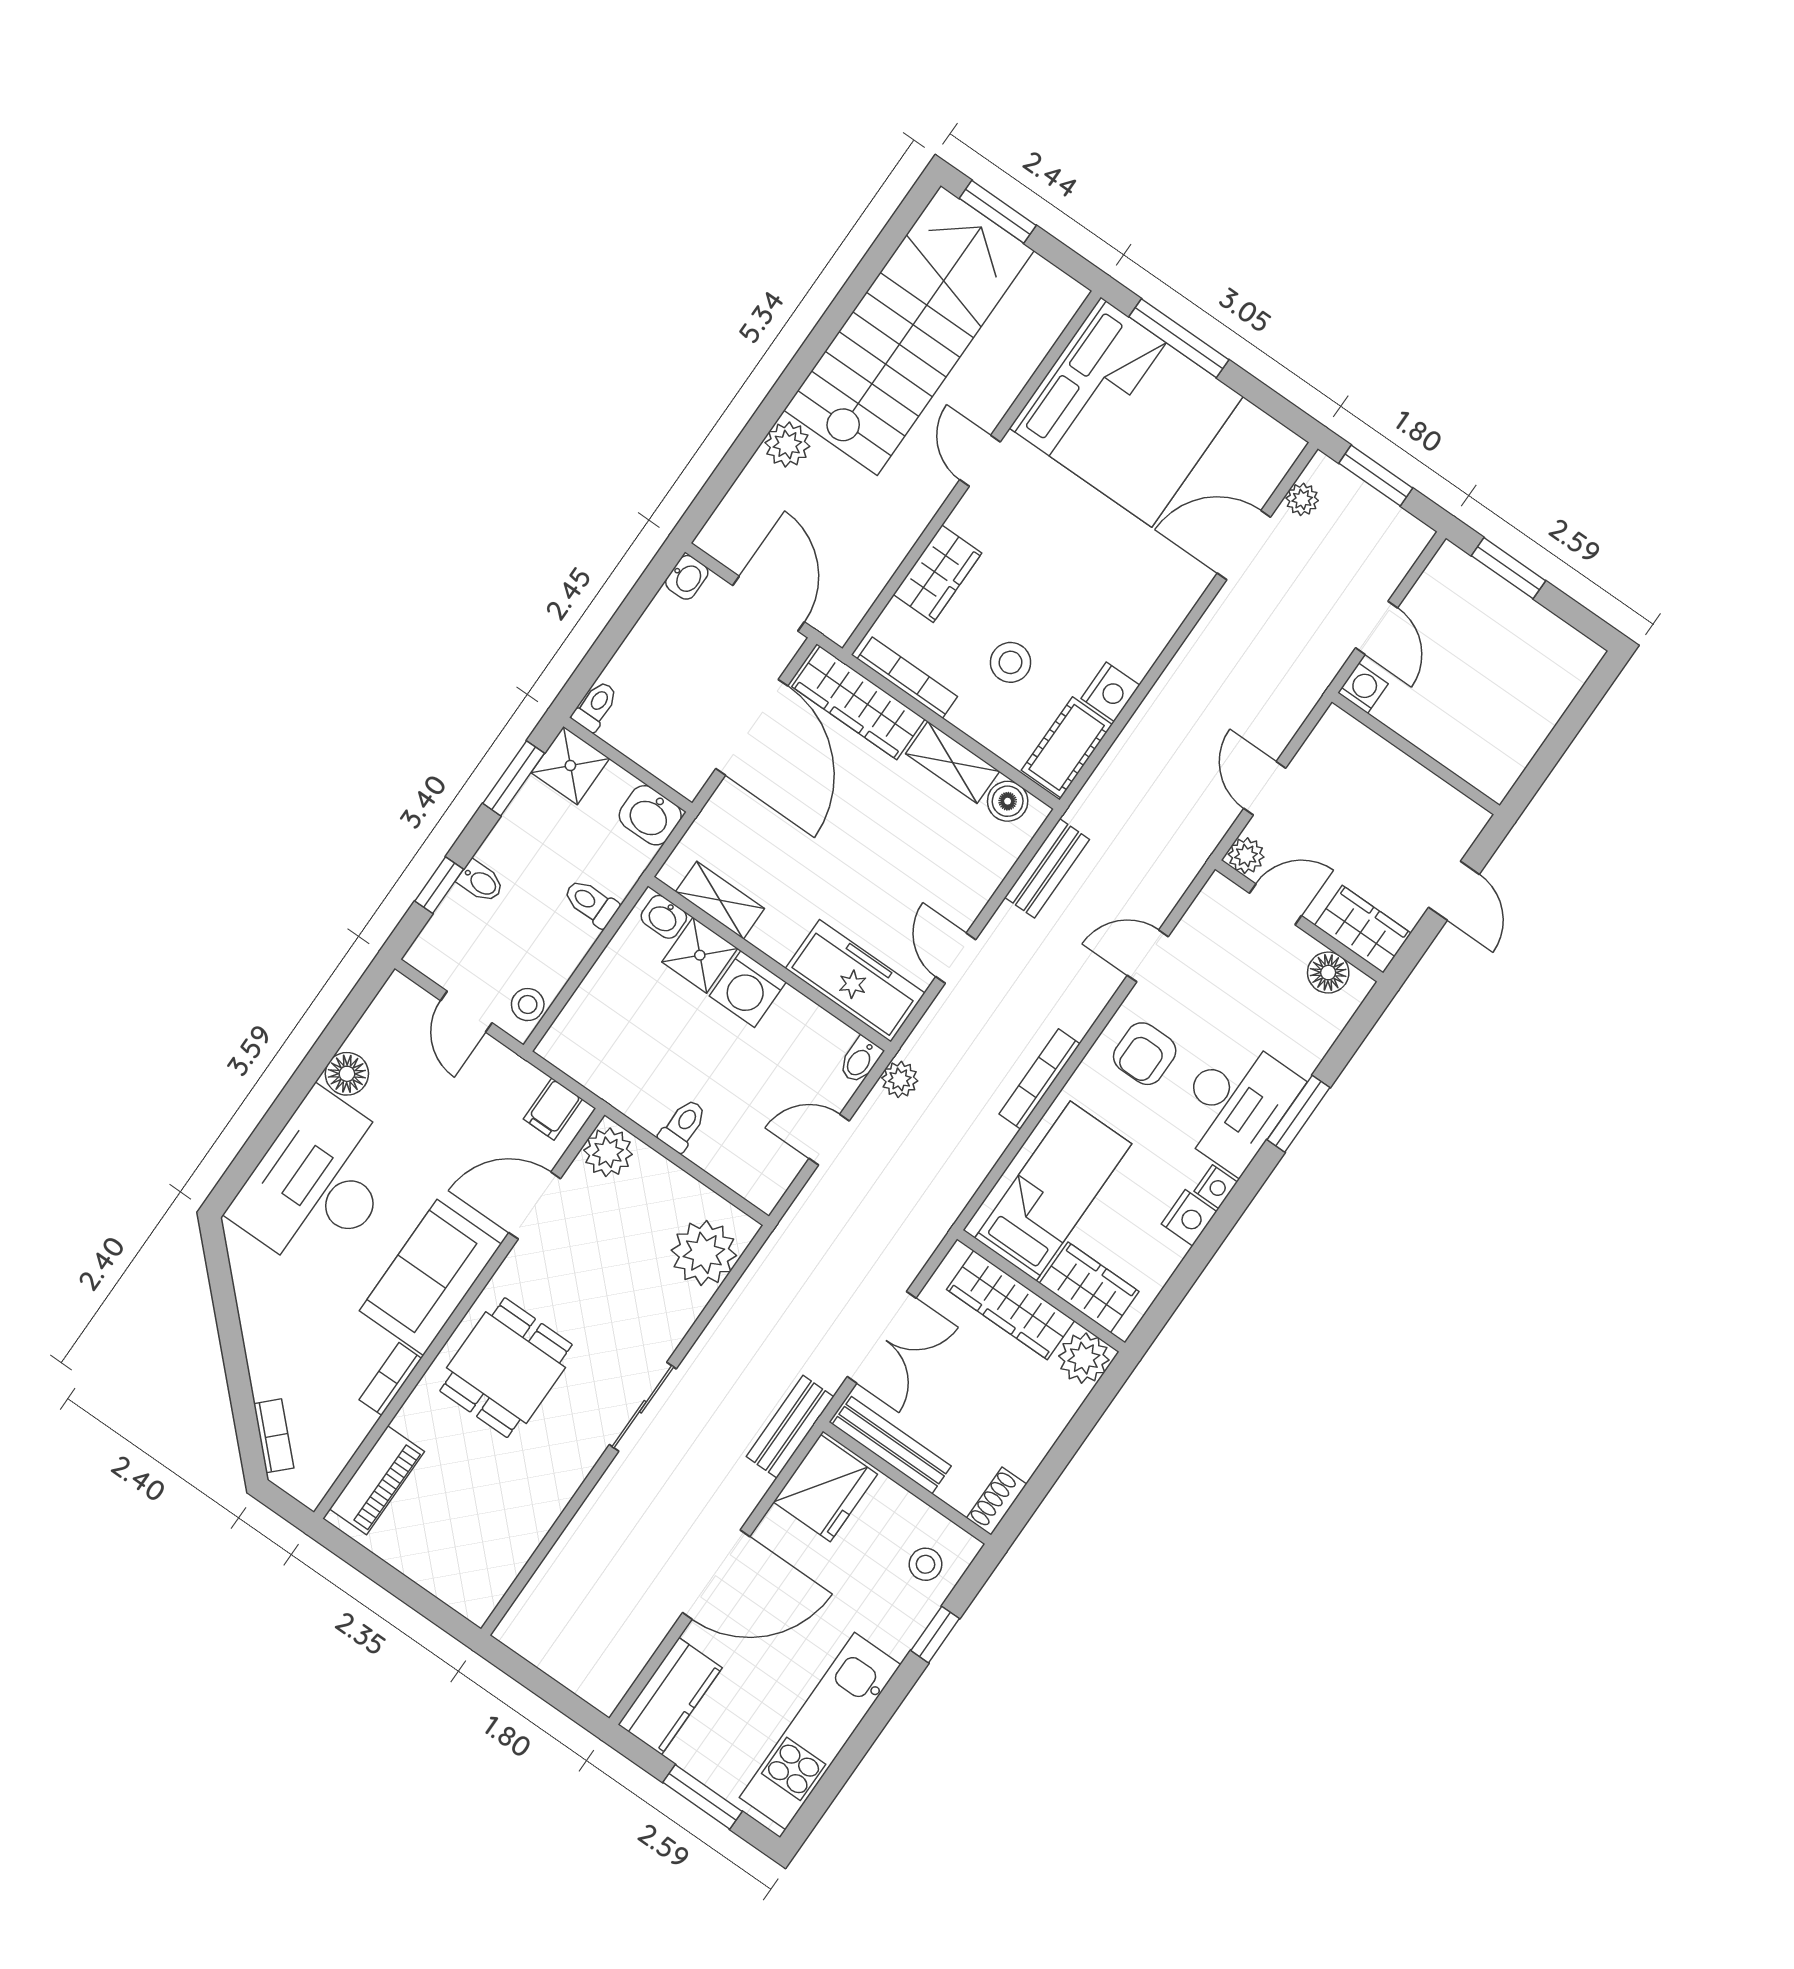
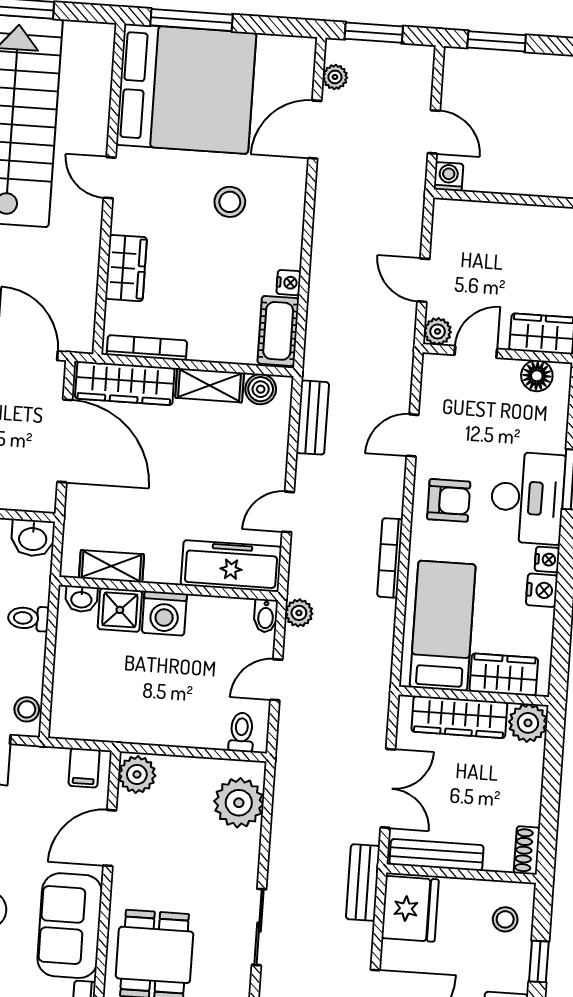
stool: (1010, 662) -> (230, 202), moved
nightstand: (1110, 692) -> (289, 283), width x0.72, depth x0.74
door: (956, 958) -> (288, 512), hinge flipped
armchair: (1145, 1054) -> (449, 500), turned -90
toilet: (683, 1125) -> (241, 732), moved

